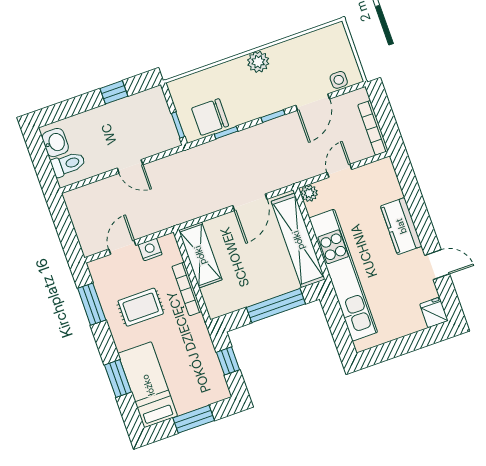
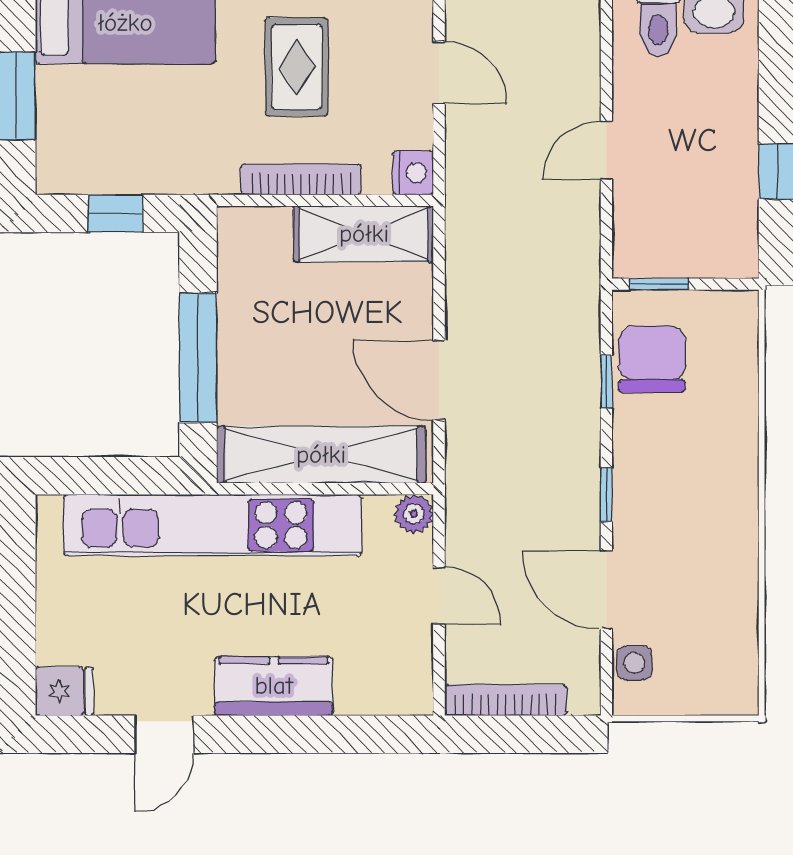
plant: (258, 62) -> (734, 504), removed
nightstand: (150, 249) -> (413, 173), moved

